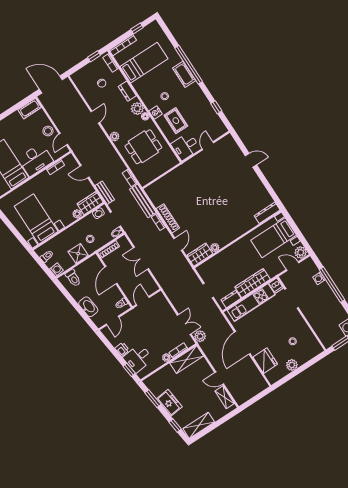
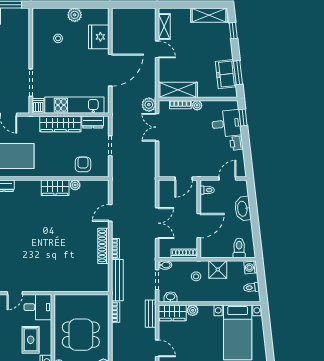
wardrobe: (200, 255) -> (55, 188), moved
armchair: (219, 265) -> (83, 164), added
freezer: (169, 403) -> (226, 74), moved

